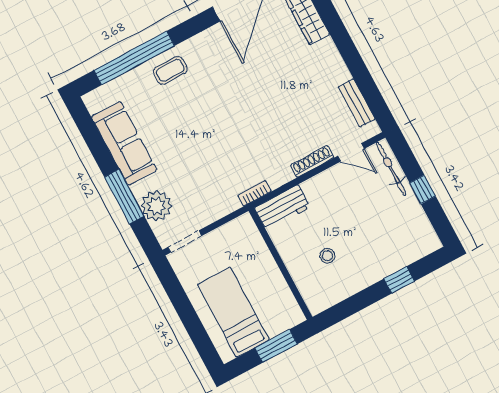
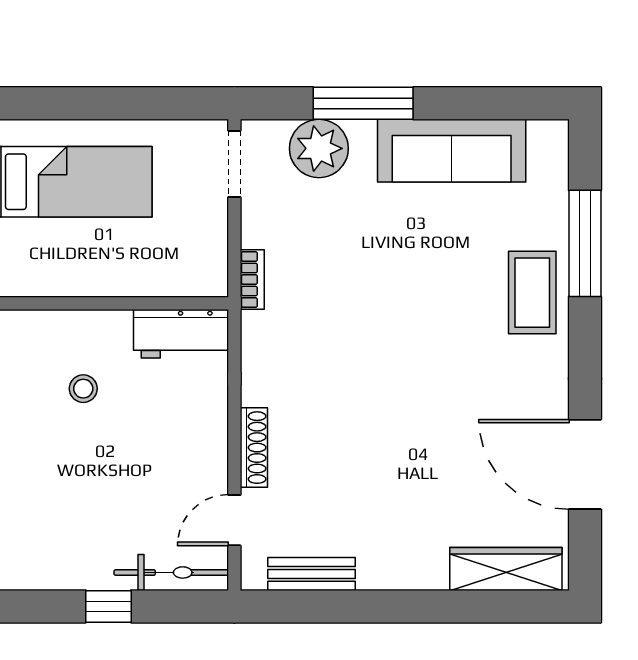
window: (134, 58) -> (585, 243), width x0.68
coffee table: (170, 70) -> (532, 293), width x1.36, depth x1.30
bookcase: (254, 193) -> (252, 280), moved
workbench: (282, 207) -> (181, 334), moved, turned -90

